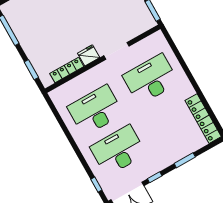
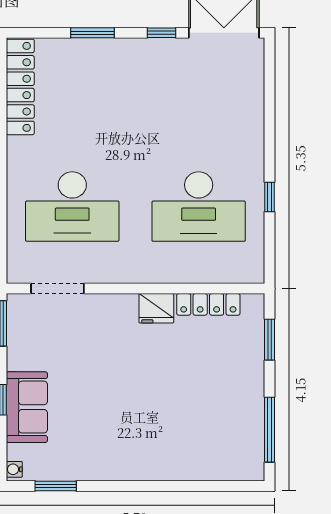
doorway: (117, 51) -> (57, 289), moved
desk: (118, 151) -> (199, 115), removed
window: (96, 185) -> (269, 197), moved

